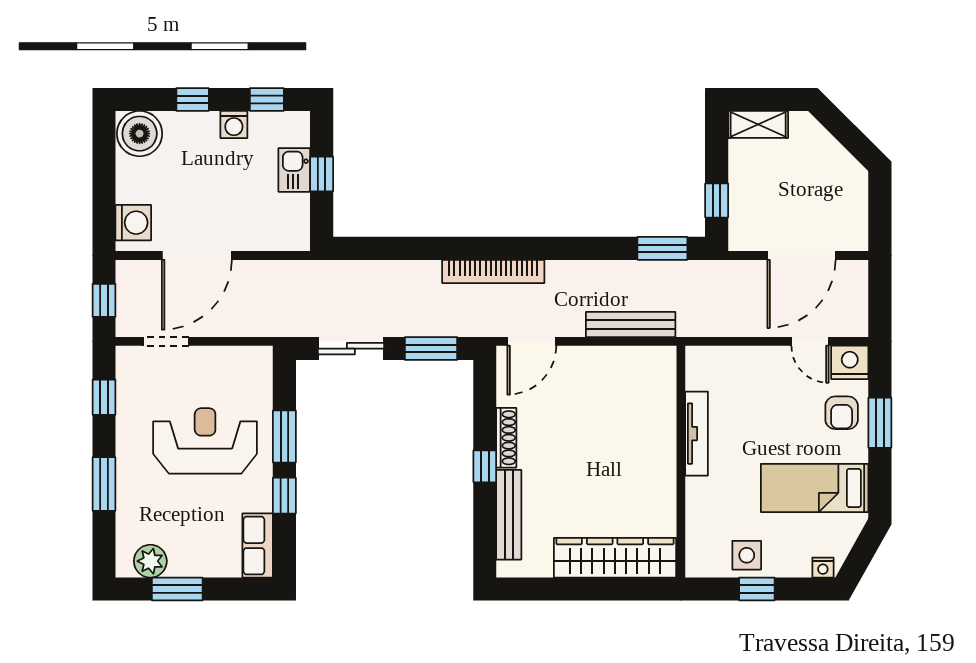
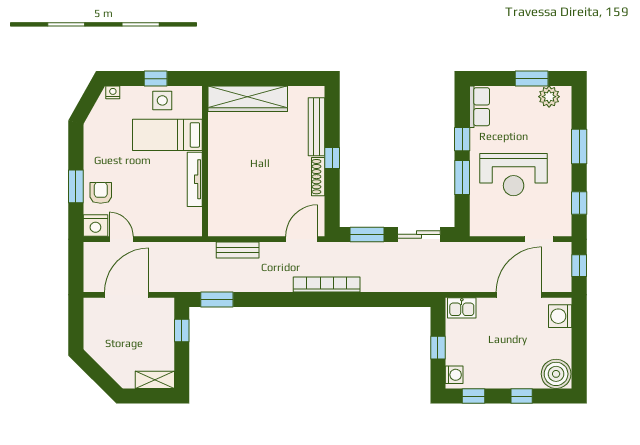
washing machine: (234, 124) -> (454, 375), moved, turned 90
kitchen sink: (294, 170) -> (462, 308), moved, turned 90
bench: (631, 325) -> (238, 250), width x0.73
bed: (815, 488) -> (167, 135), moved, turned 180

